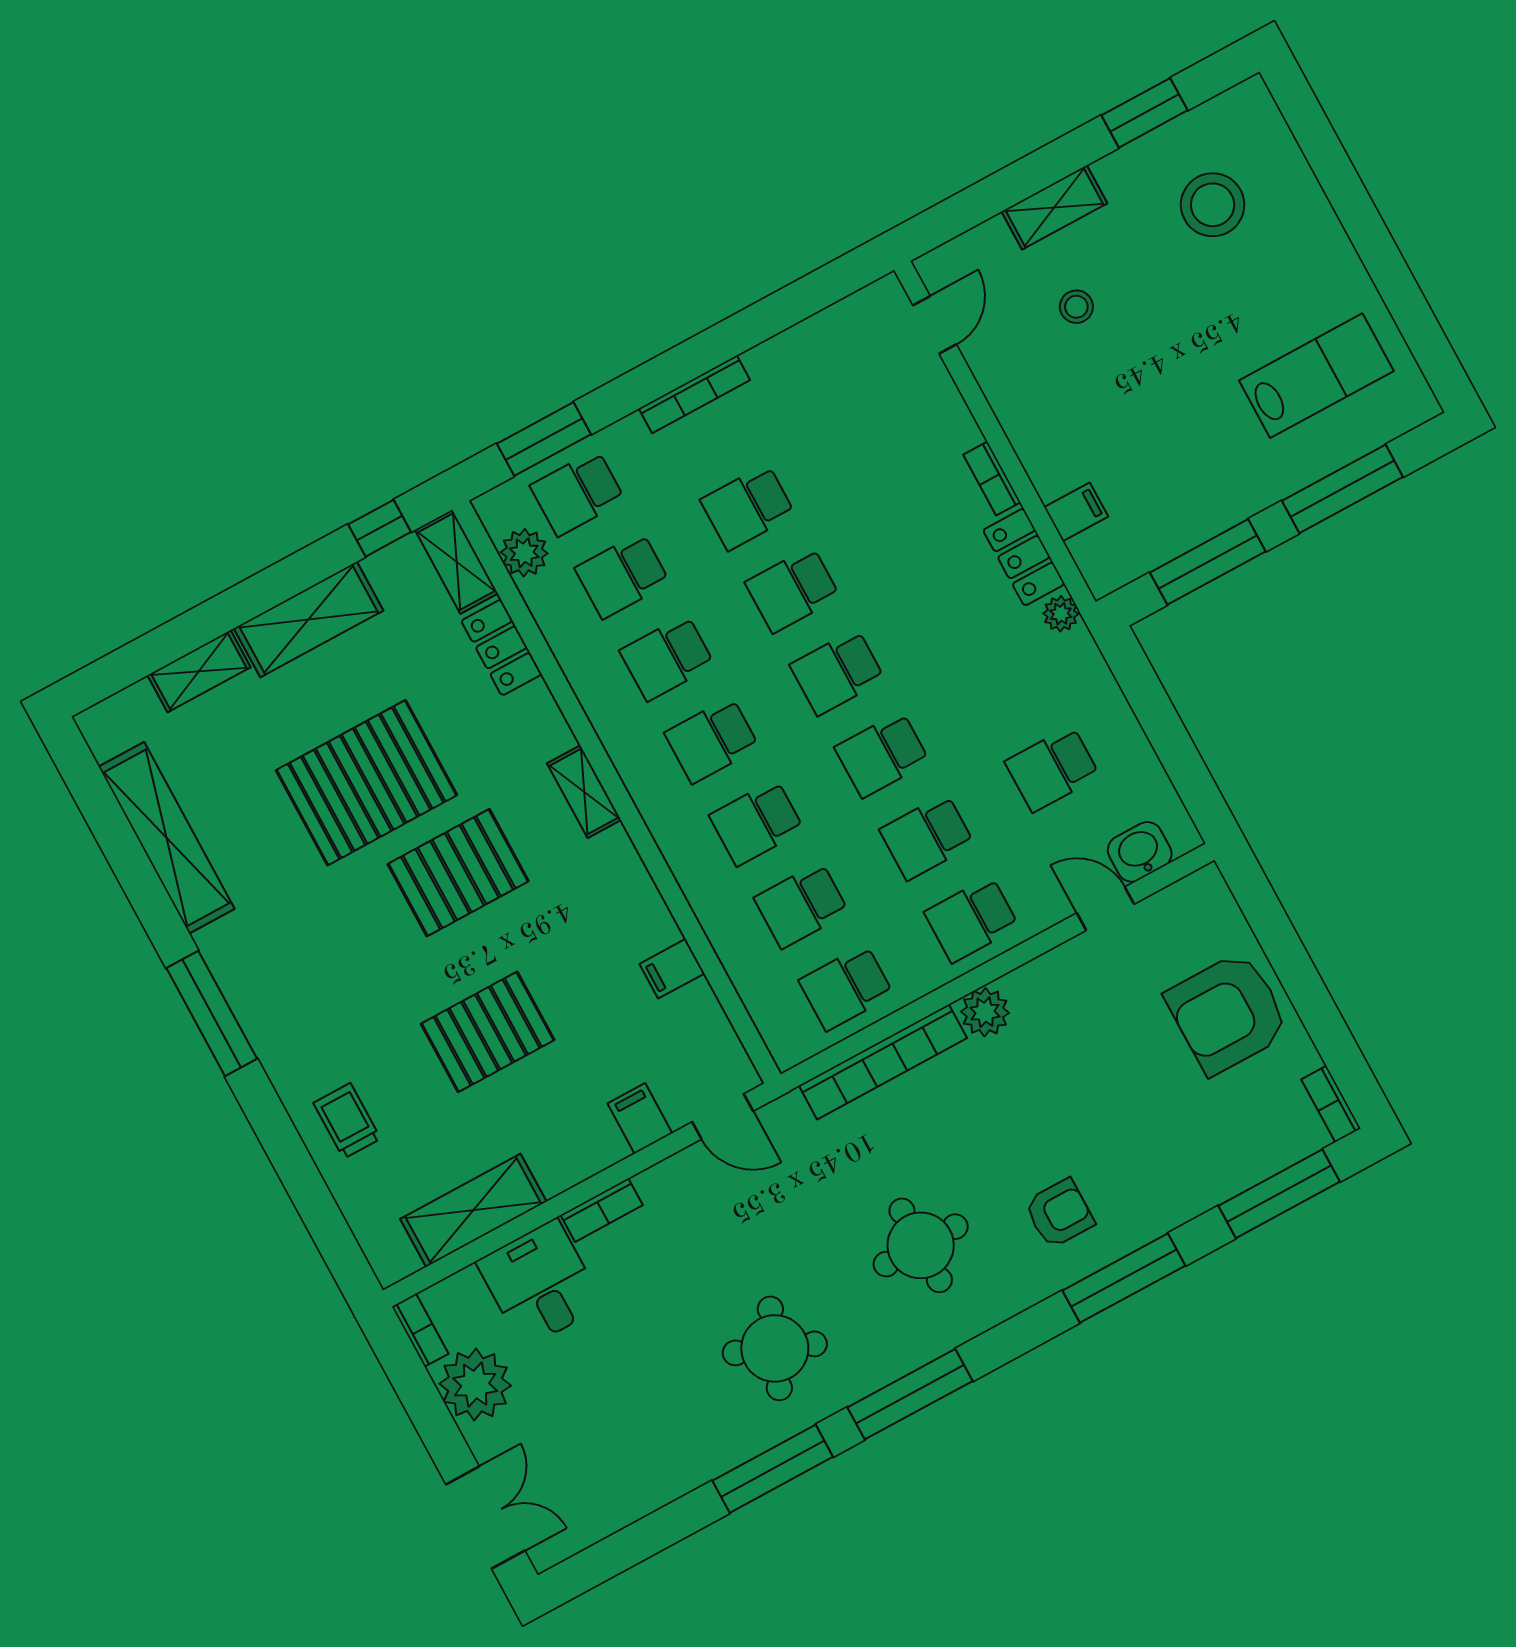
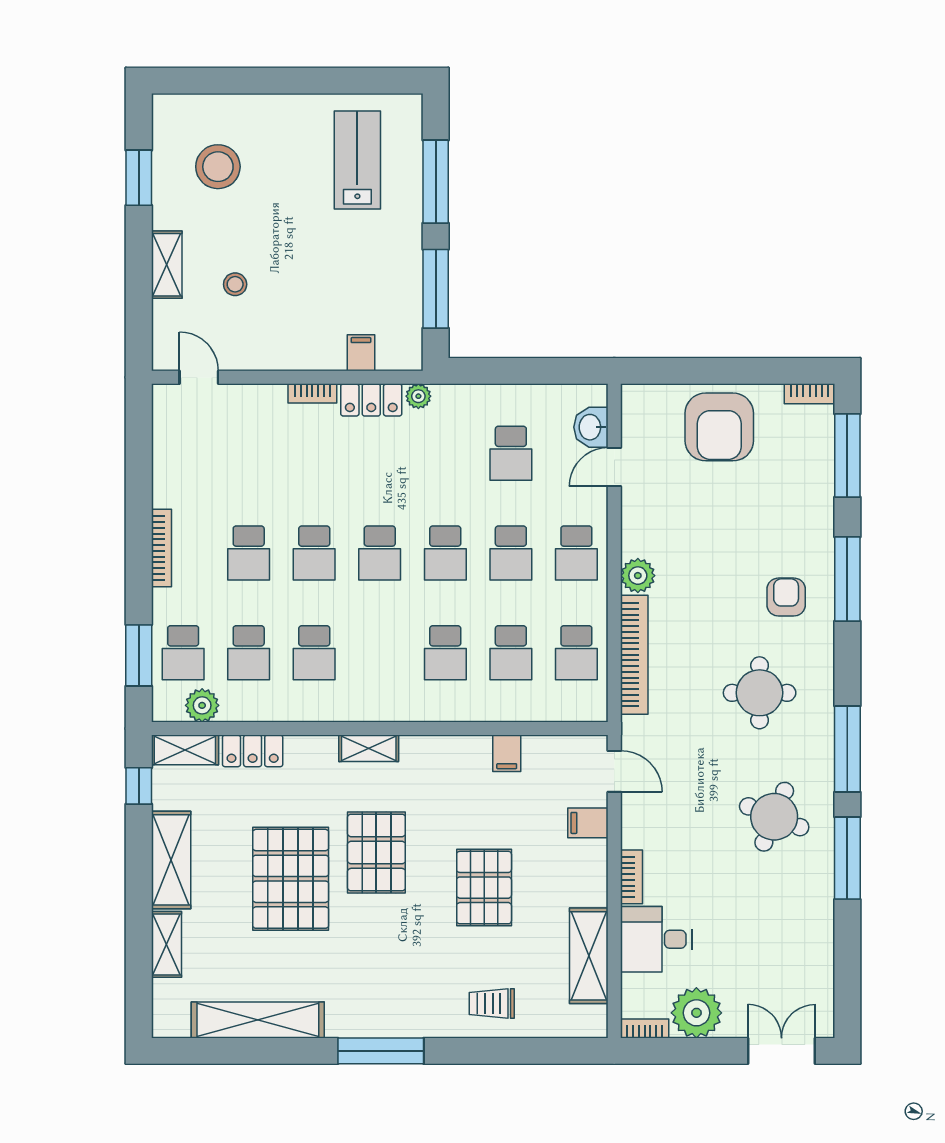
school desk: (712, 740) -> (380, 653), removed
door: (723, 1116) -> (614, 771), hinge flipped

